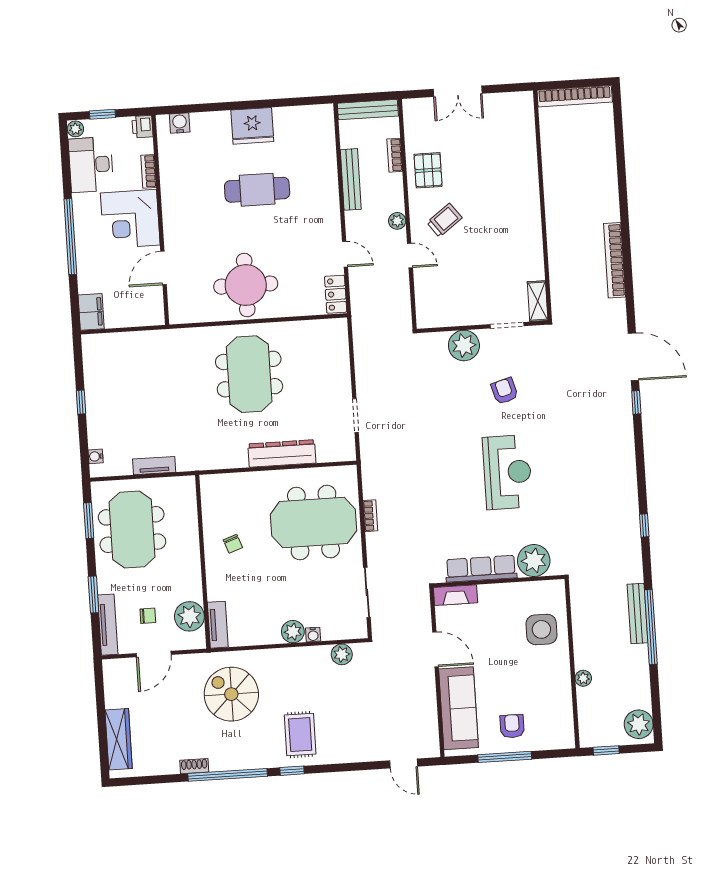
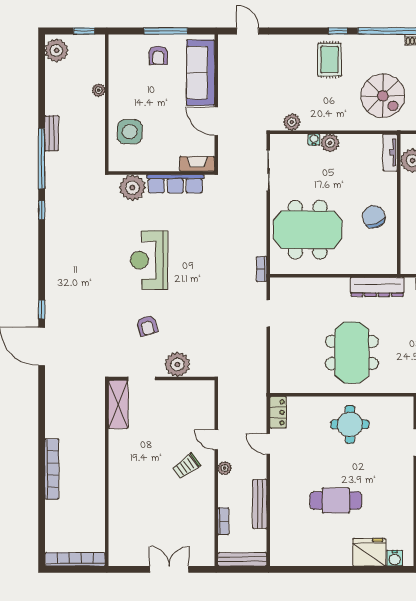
fridge: (252, 126) -> (369, 552), moved
pallet: (428, 170) -> (197, 507), removed
bookcase: (615, 260) -> (52, 469), moved
round table: (246, 285) -> (350, 424), width x0.73, depth x0.73
shelving: (538, 301) -> (118, 404), width x1.50, depth x1.33
dresser: (282, 453) -> (377, 287), moved
bookcase: (370, 516) -> (262, 269), moved
chair: (233, 544) -> (374, 217), width x1.87, depth x1.87
bench: (637, 613) -> (52, 133), width x0.73
window: (651, 627) -> (42, 159), moved

